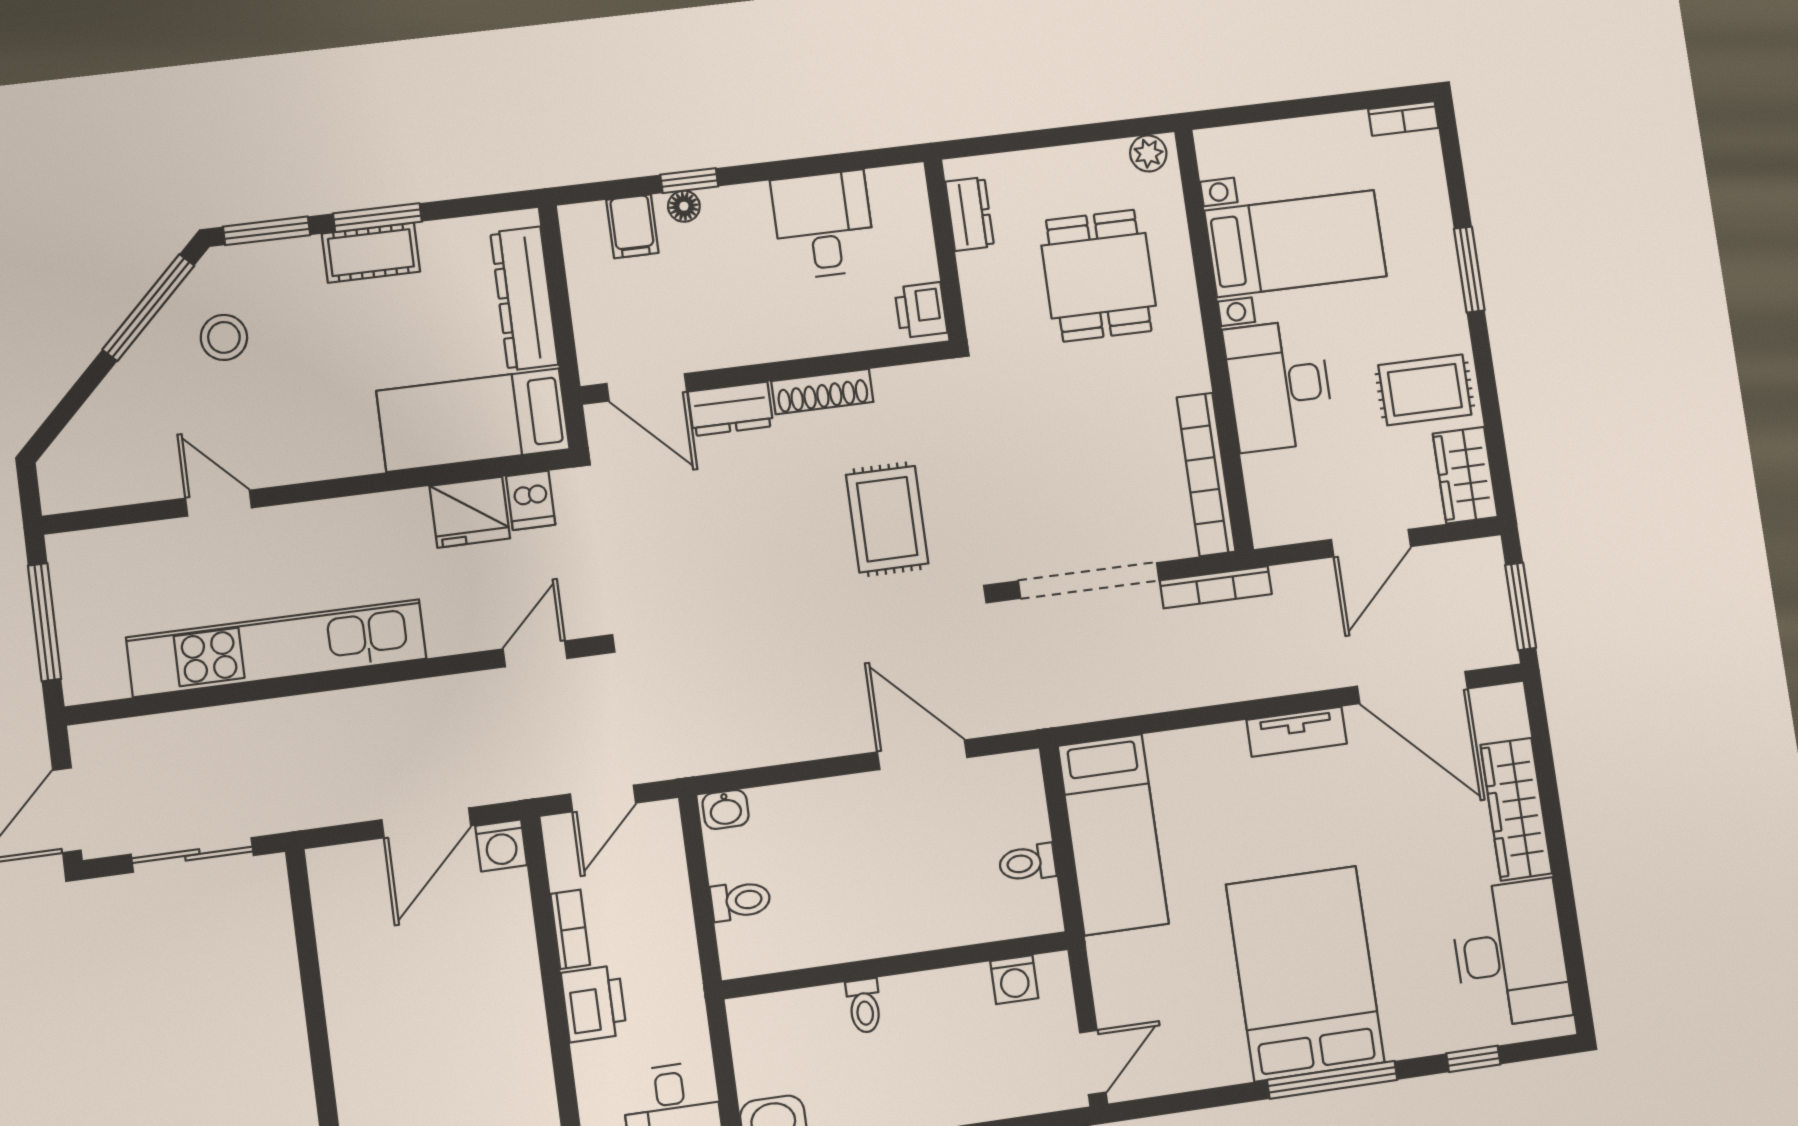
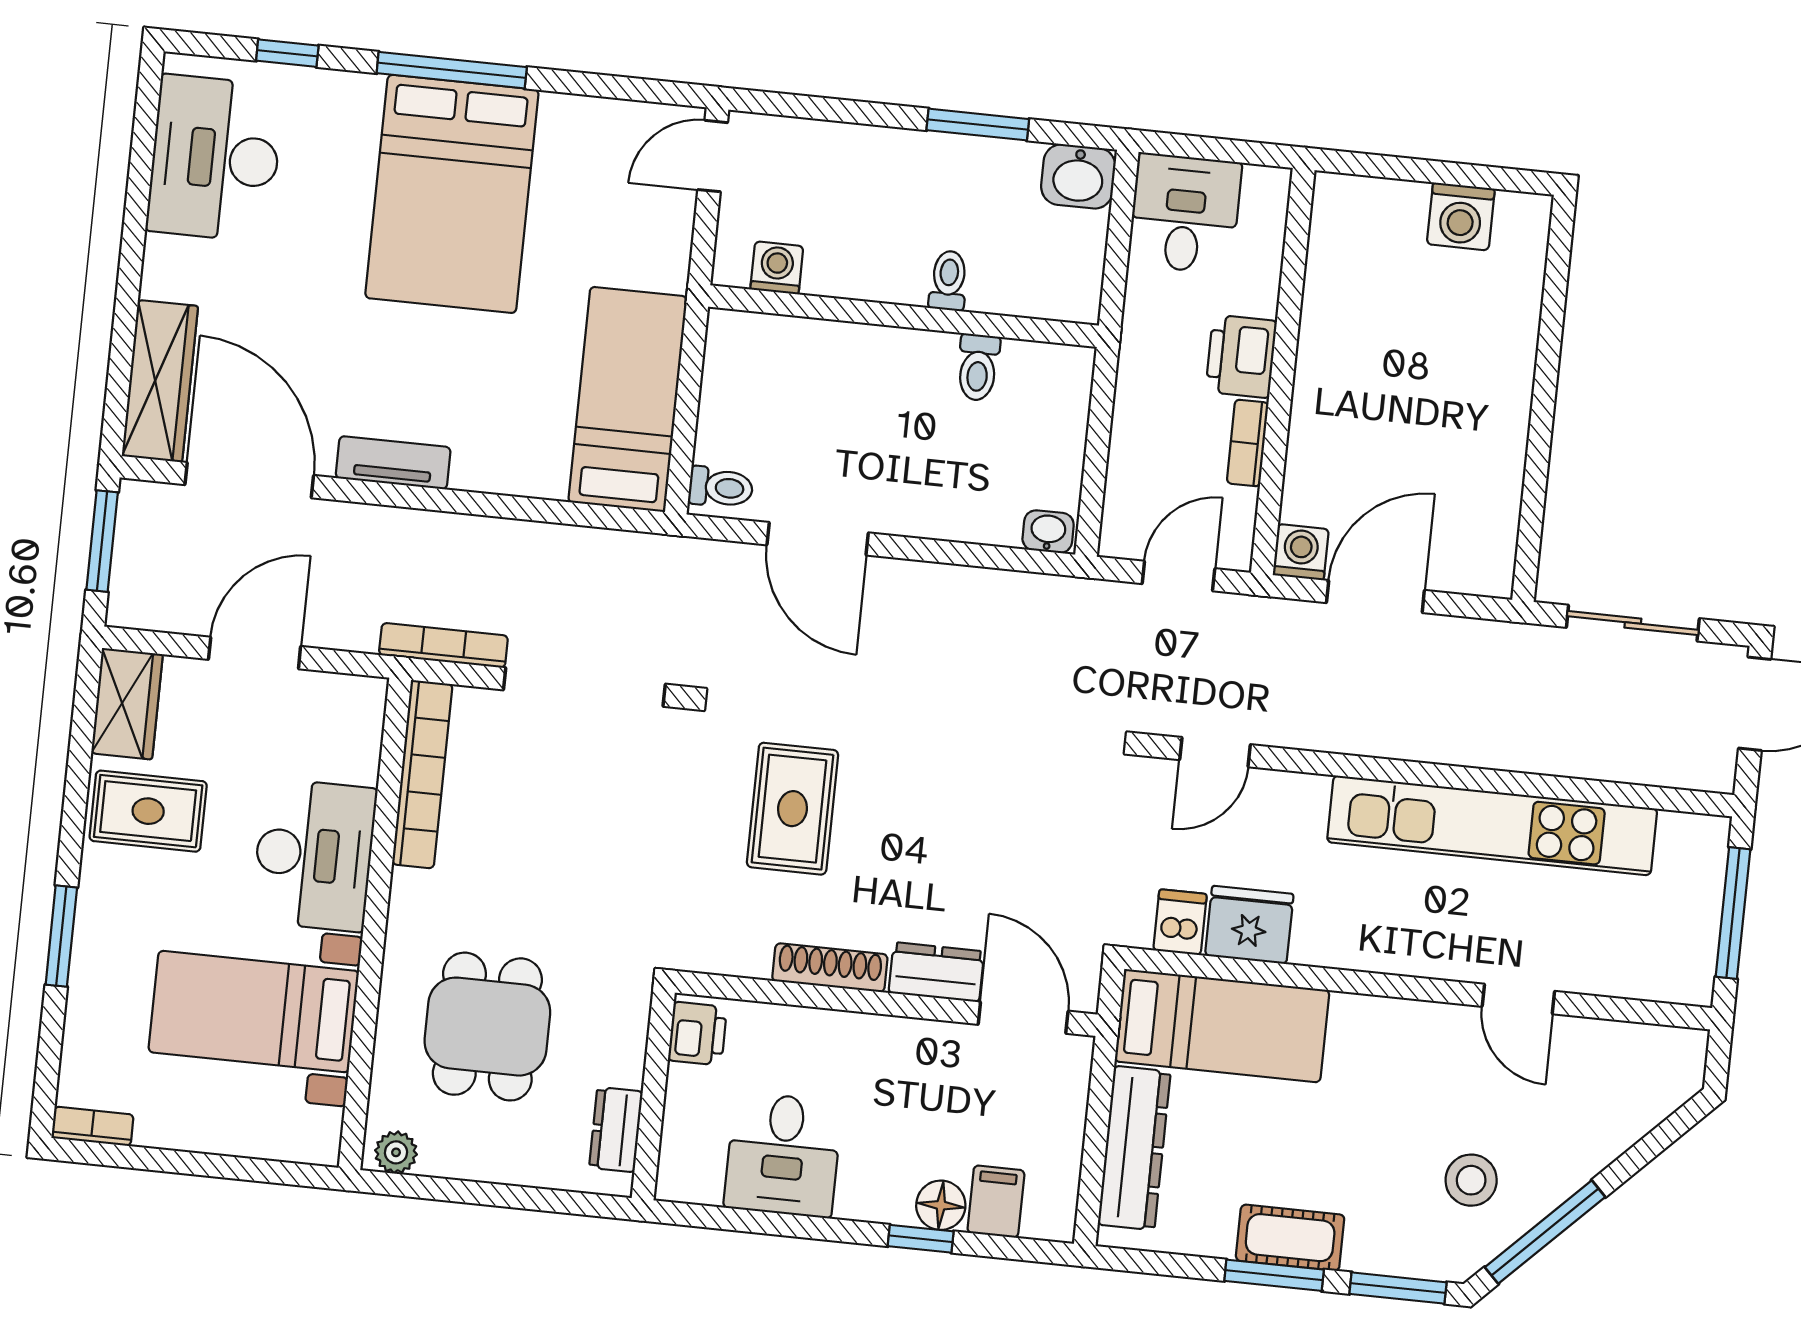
floor lamp: (684, 206) -> (941, 1205), width x1.37, depth x1.37
wardrobe: (1516, 809) -> (160, 381), moved
toilet: (1027, 863) -> (721, 487), moved
toilet: (741, 901) -> (978, 367), moved, turned -90

